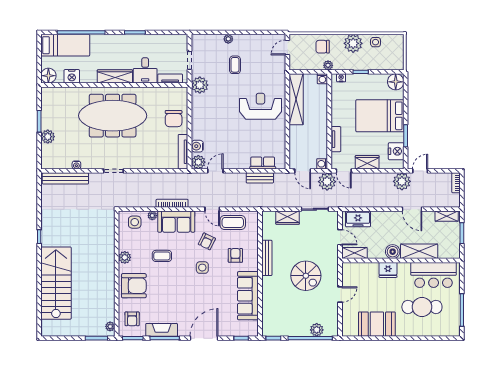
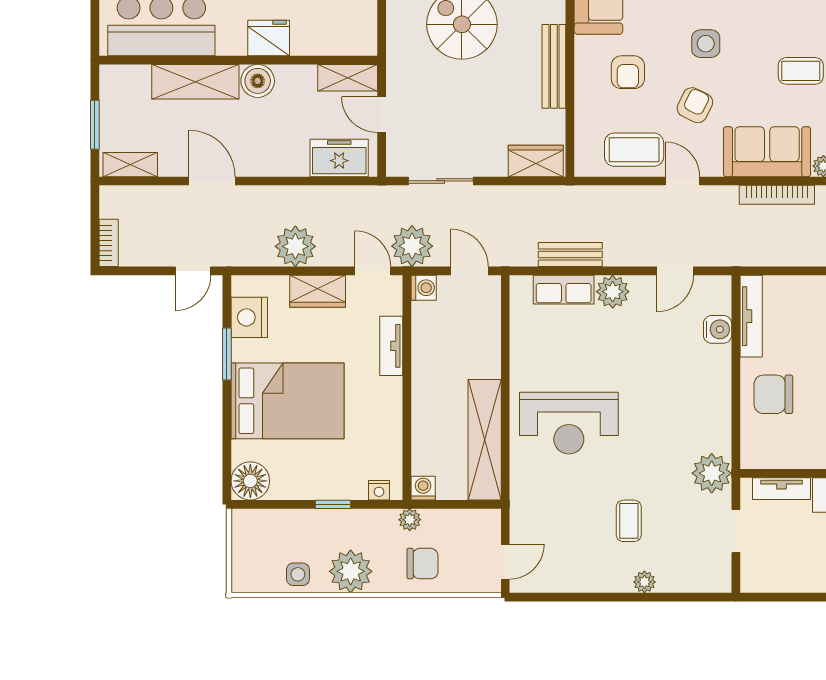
chair: (174, 119) -> (773, 394), turned -90
plant: (198, 162) -> (613, 292), moved
plant: (402, 181) -> (295, 246), moved
wardrobe: (288, 218) -> (536, 161), moved

